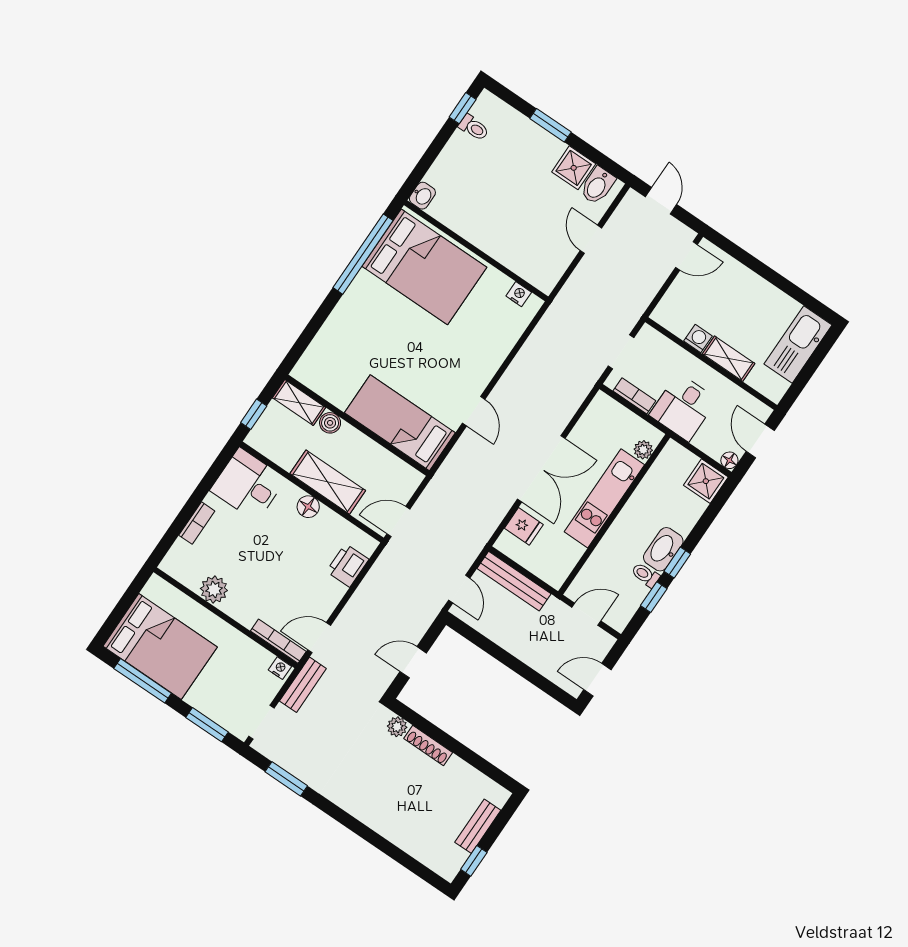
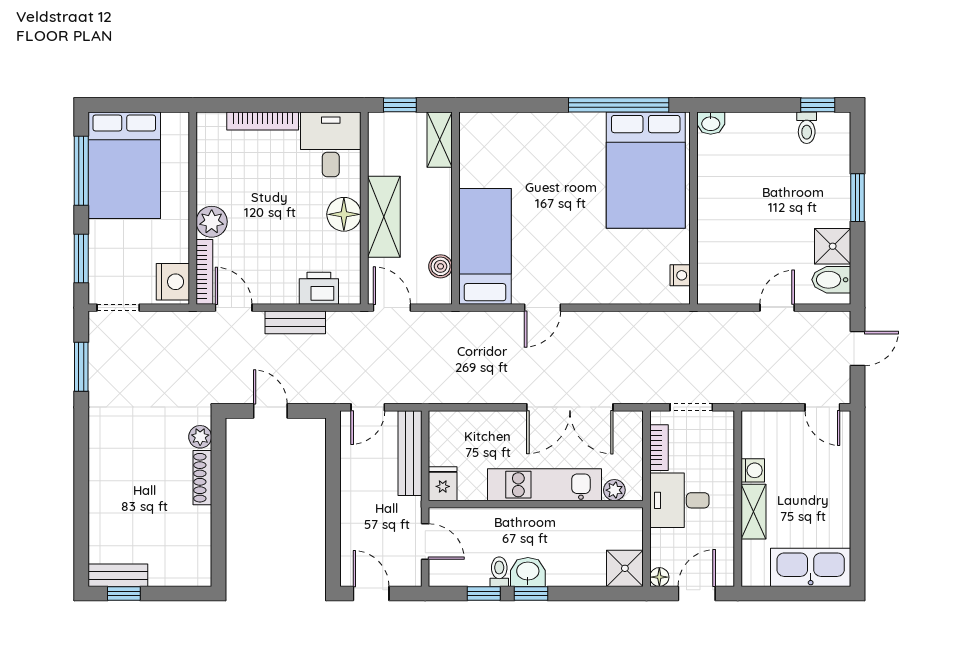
boiler: (330, 423) -> (441, 266), moved
double door: (541, 469) -> (570, 407), moved
floor lamp: (308, 507) -> (344, 214), width x1.38, depth x1.38
bookcase: (197, 523) -> (263, 121), width x1.56
fridge: (524, 526) -> (443, 484), moved, turned 180
washbasin: (663, 549) -> (528, 572), width x0.72
plant: (214, 590) -> (212, 222), moved
nightstand: (280, 668) -> (173, 282), width x1.89, depth x1.79
bench: (303, 685) -> (295, 322), moved
bench: (478, 826) -> (118, 575), moved

